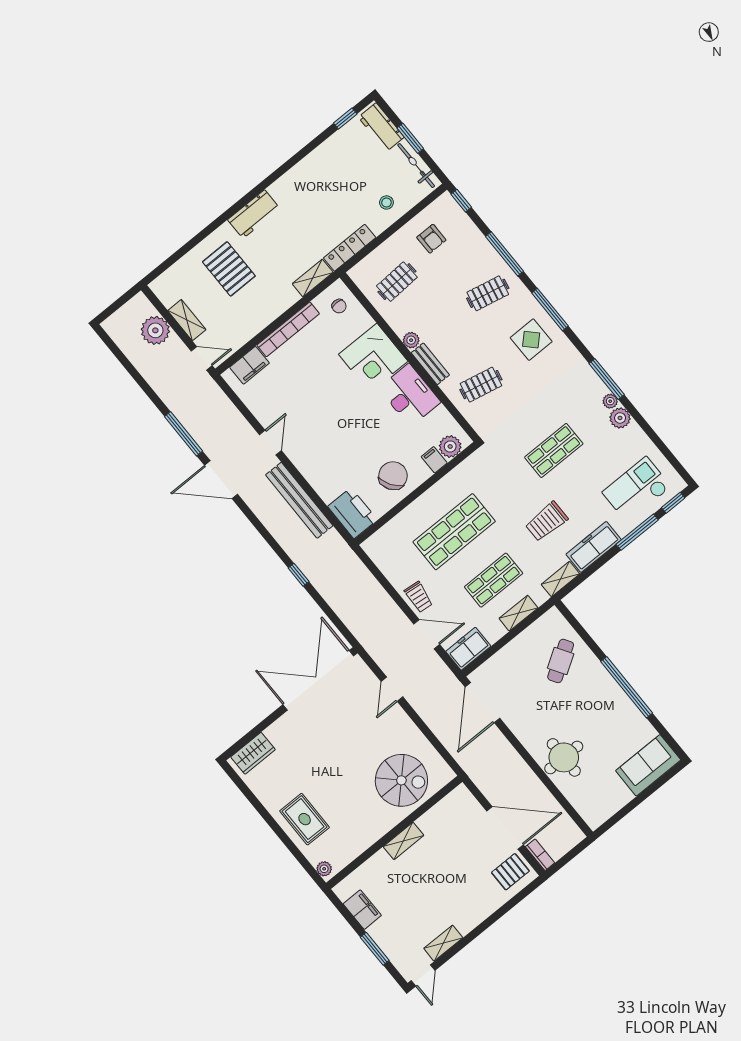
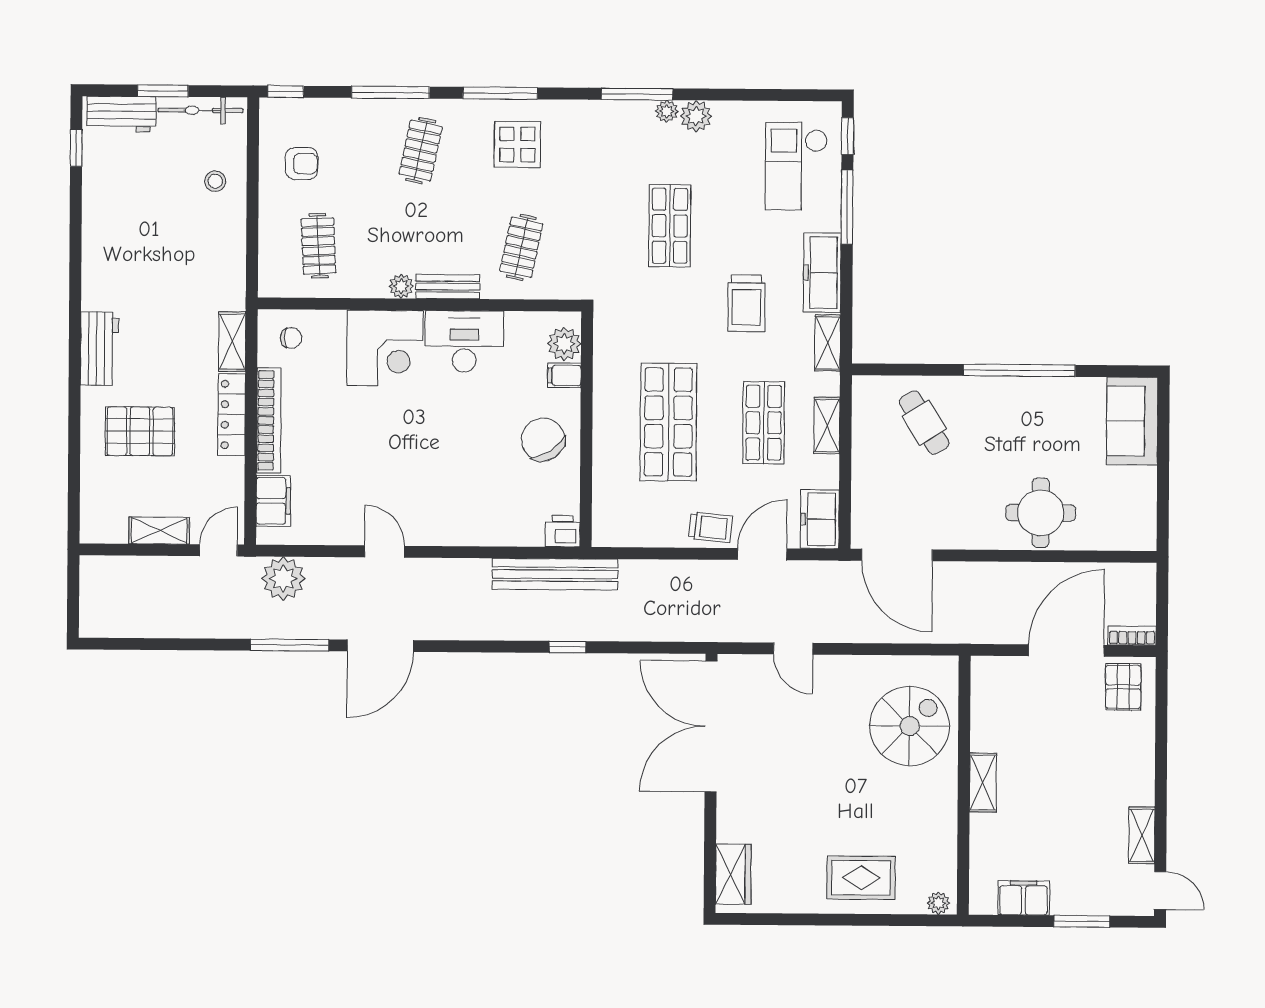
locker: (350, 248) -> (232, 414), moved
plant: (155, 330) -> (283, 579), moved
bench: (299, 500) -> (555, 574), moved
printer: (352, 513) -> (563, 531), width x0.53, depth x0.68

